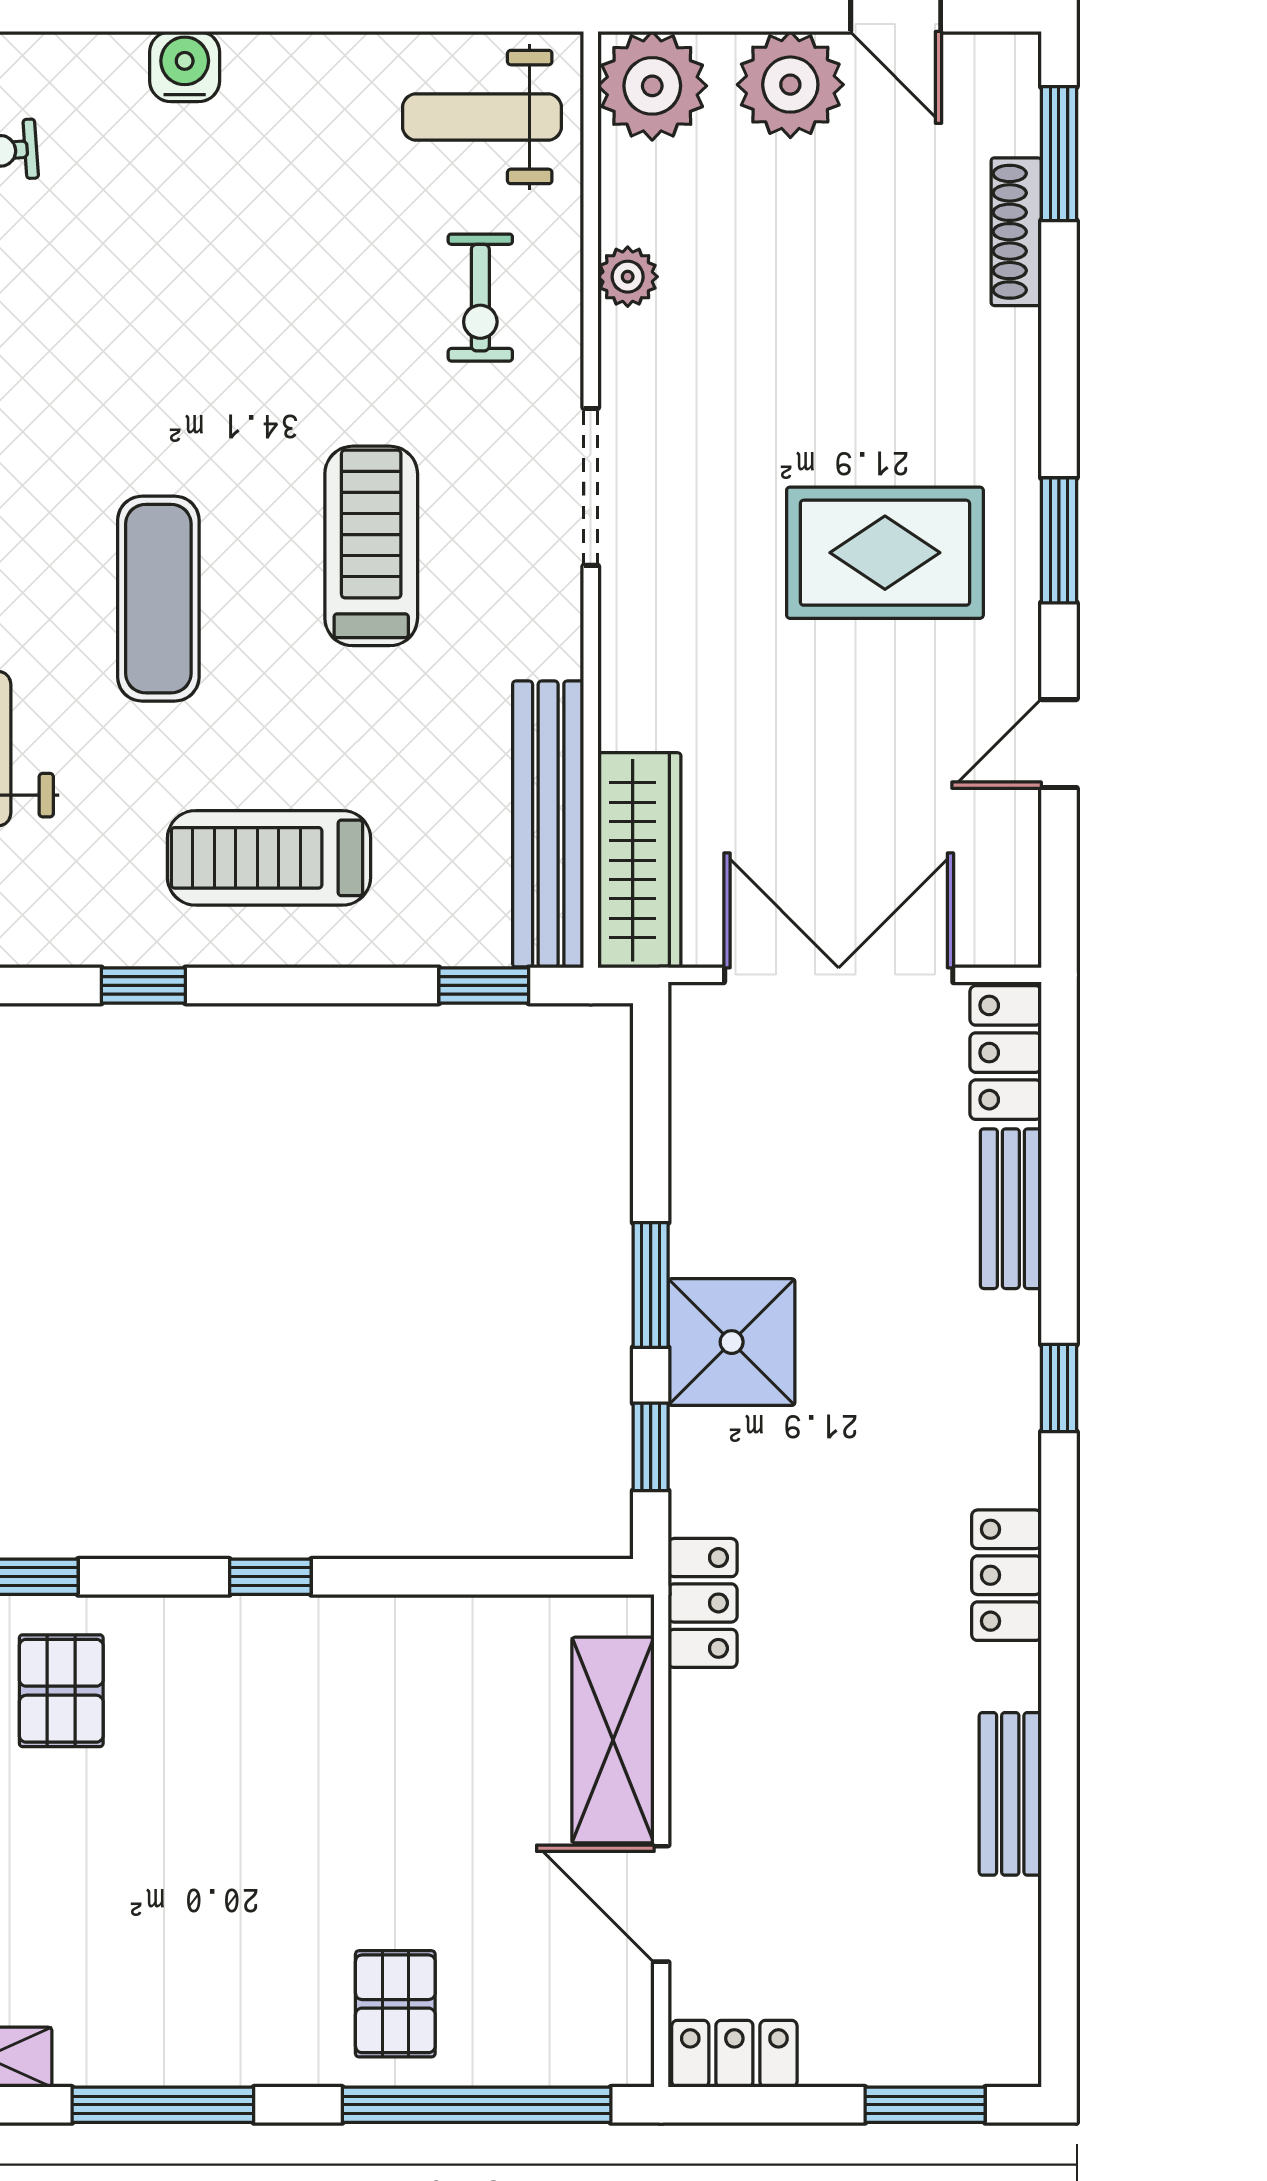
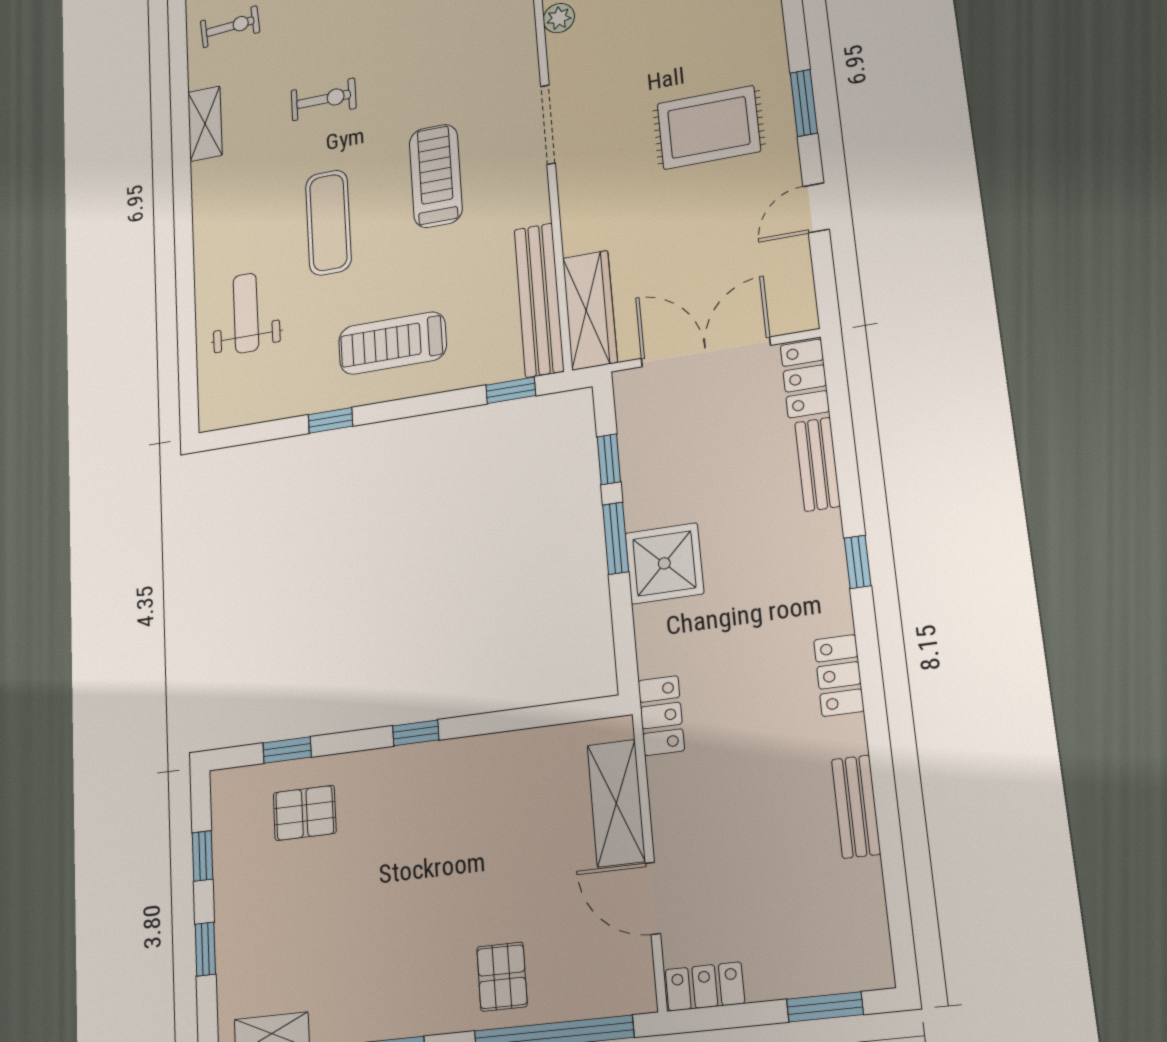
exercise bike: (480, 298) -> (324, 99), moved, turned -90
window: (651, 1447) -> (609, 459), moved
pallet: (61, 1691) -> (305, 813), turned 90

